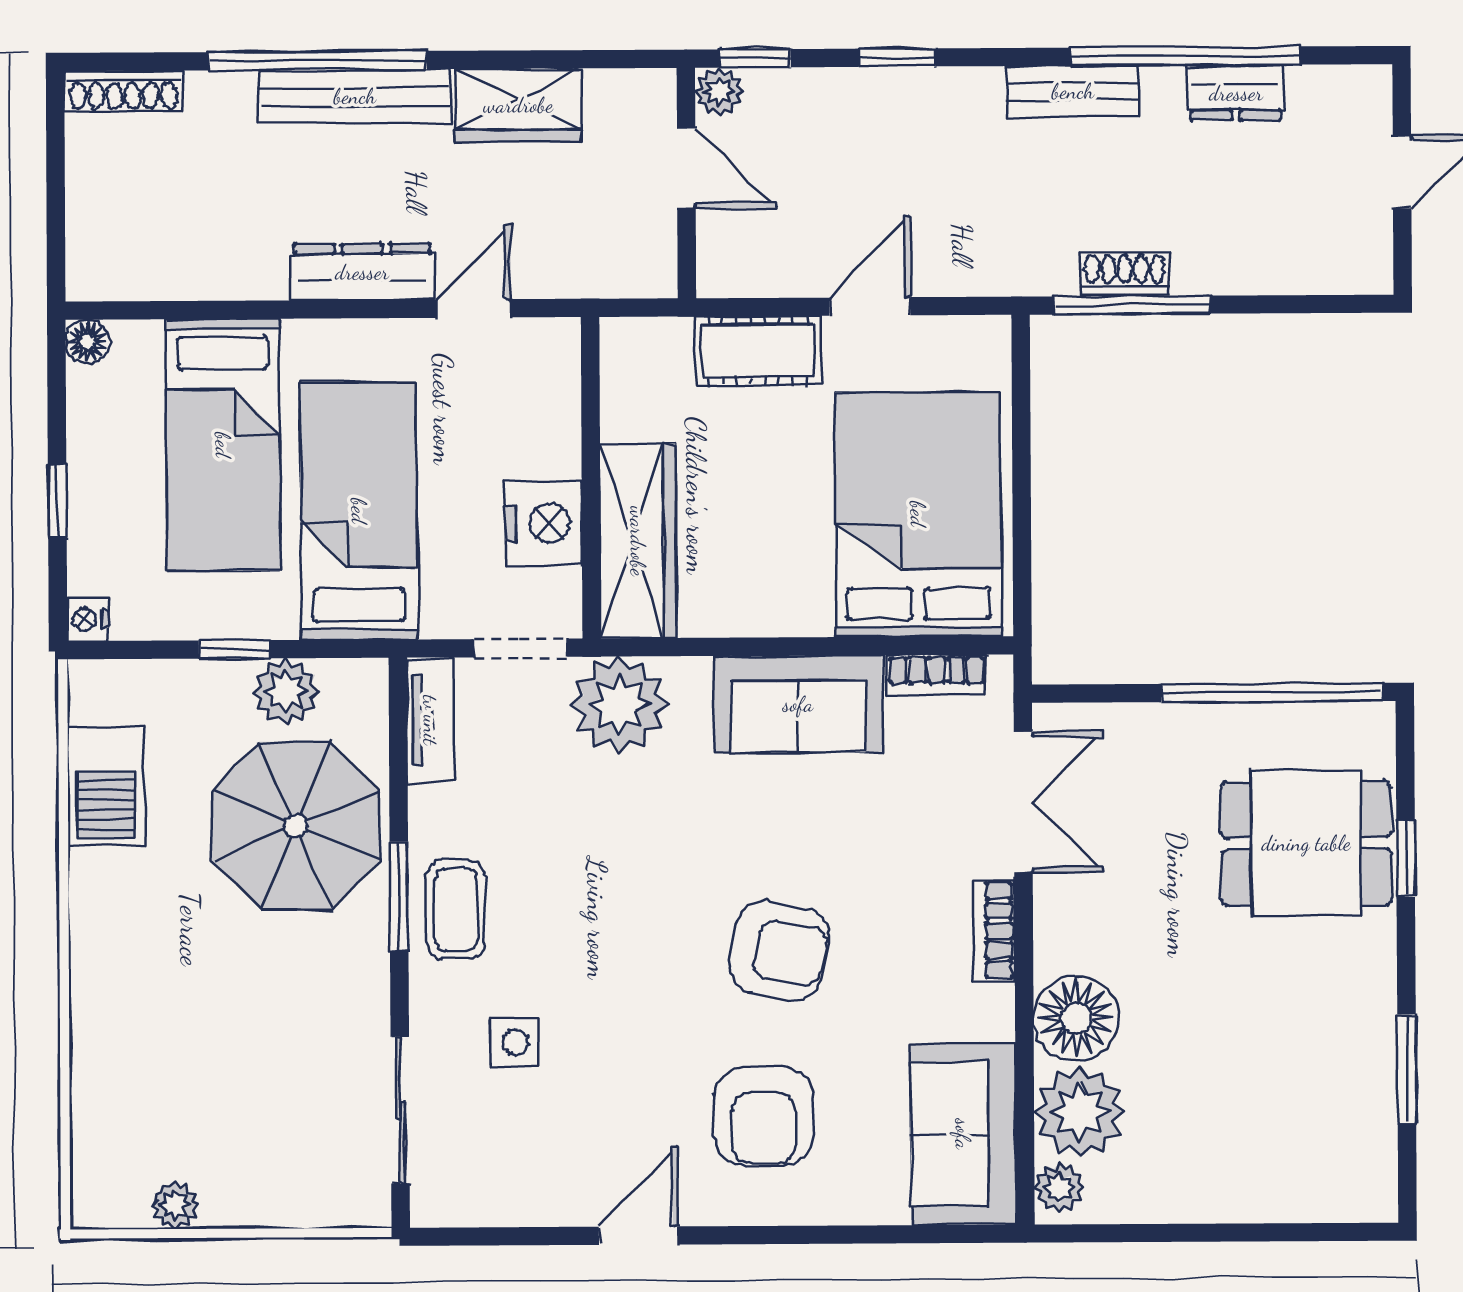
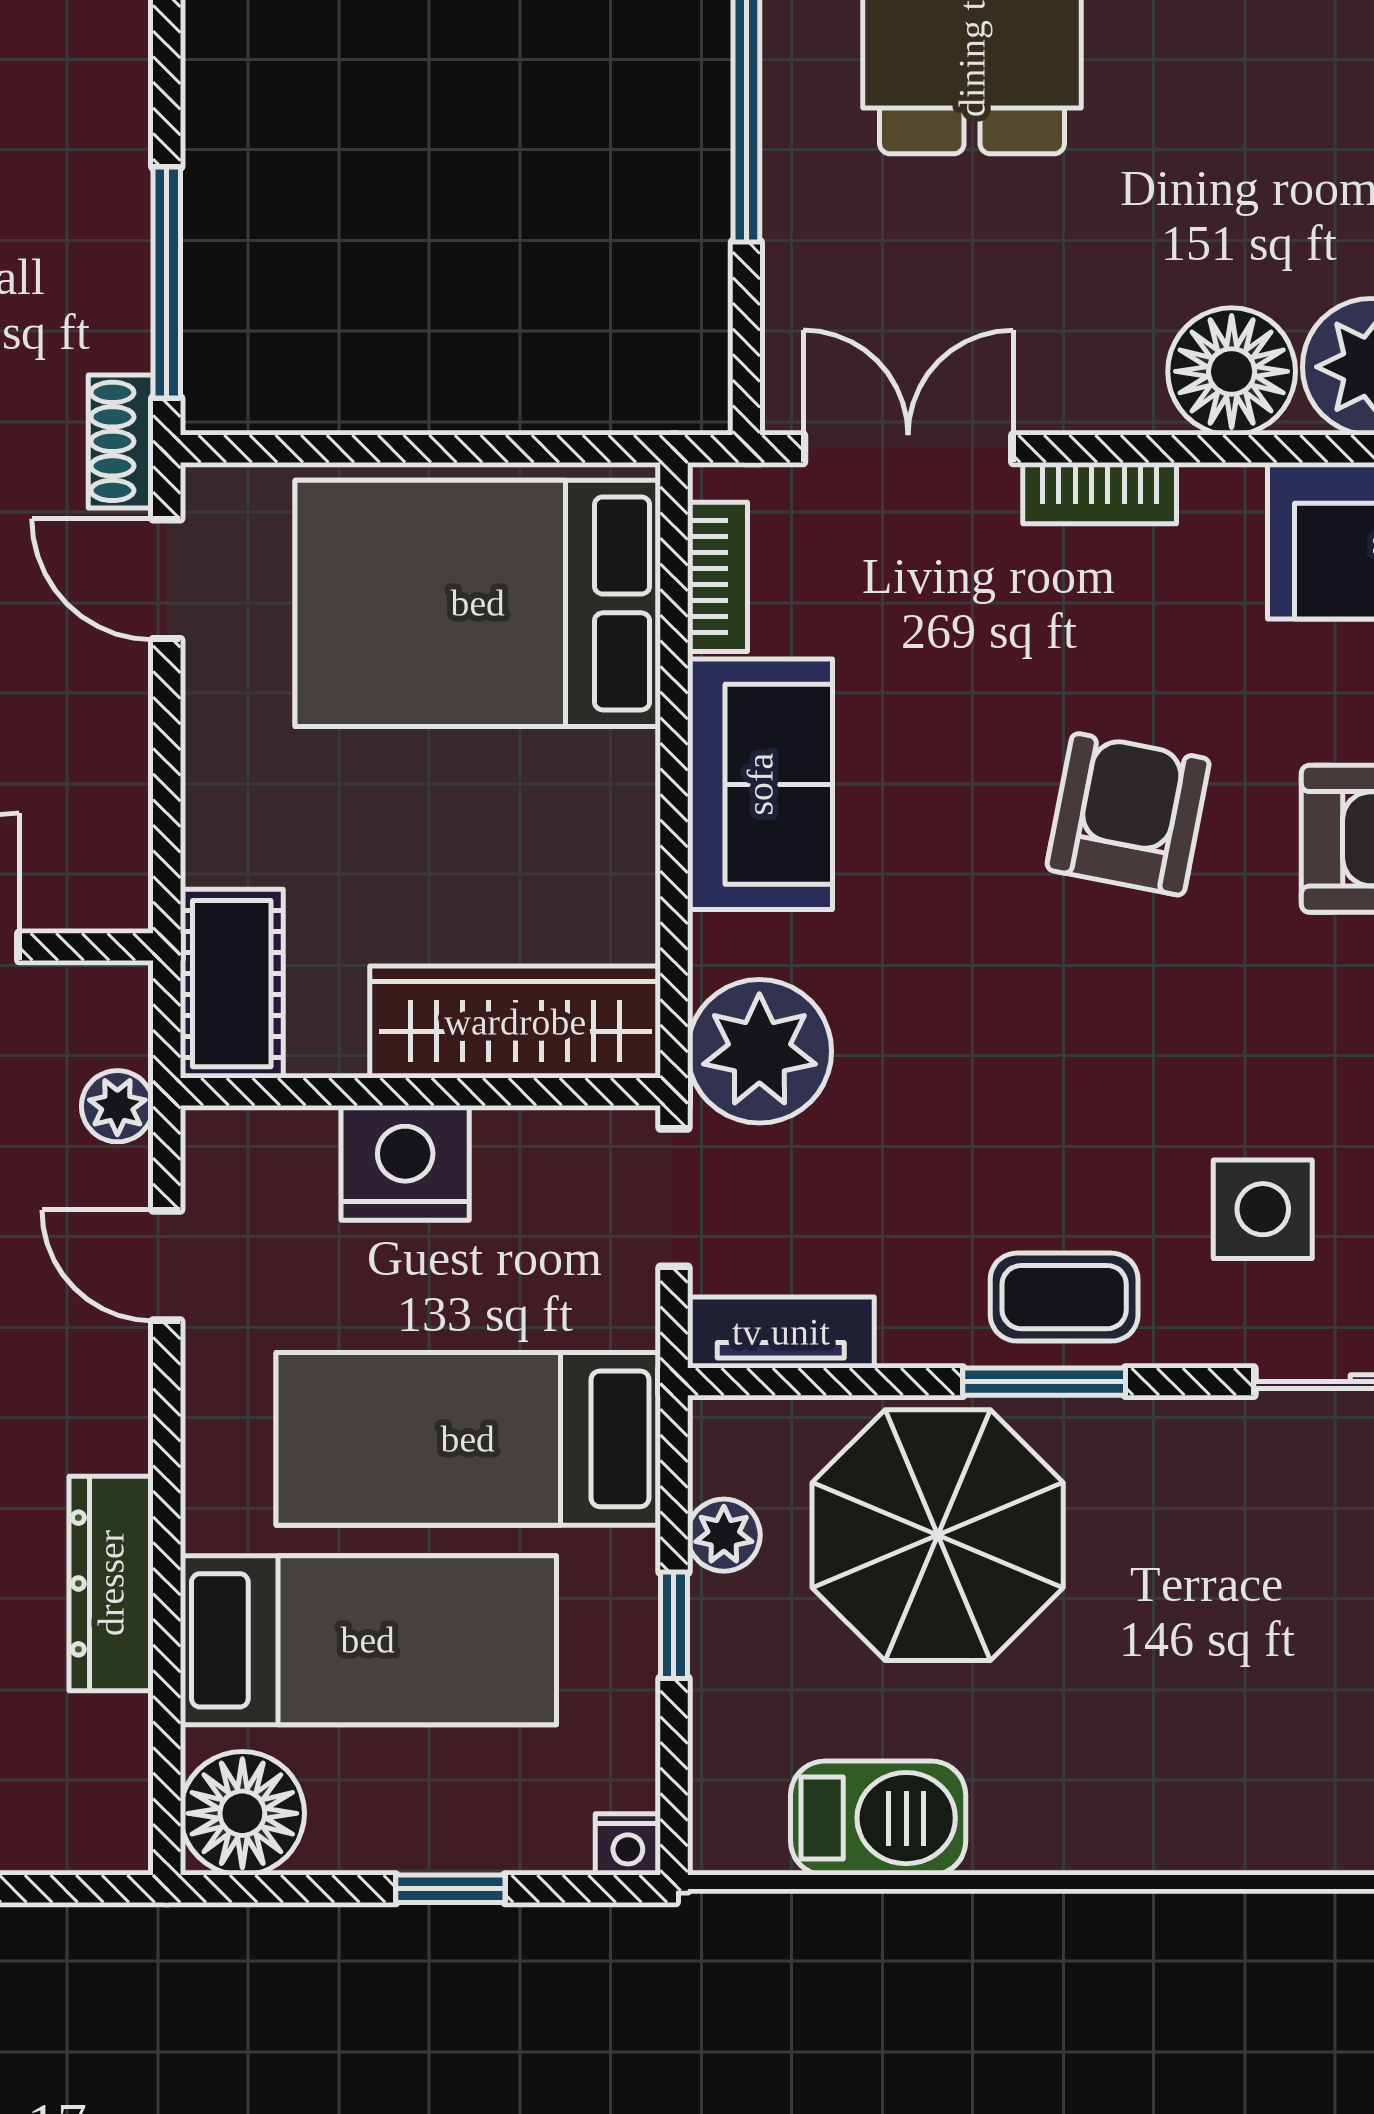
dresser: (362, 272) -> (111, 1583), moved
shoe rack: (1125, 274) -> (121, 441), moved
plant: (580, 275) -> (117, 1106), added
door: (870, 306) -> (167, 579), moved
floor lamp: (88, 342) -> (242, 1813), width x1.89, depth x1.89
cot: (758, 351) -> (232, 984), moved
nightstand: (544, 523) -> (405, 1163), moved
plant: (286, 692) -> (724, 1535), width x0.73, depth x0.73
side table: (515, 1042) -> (1263, 1209), width x1.37, depth x1.37

